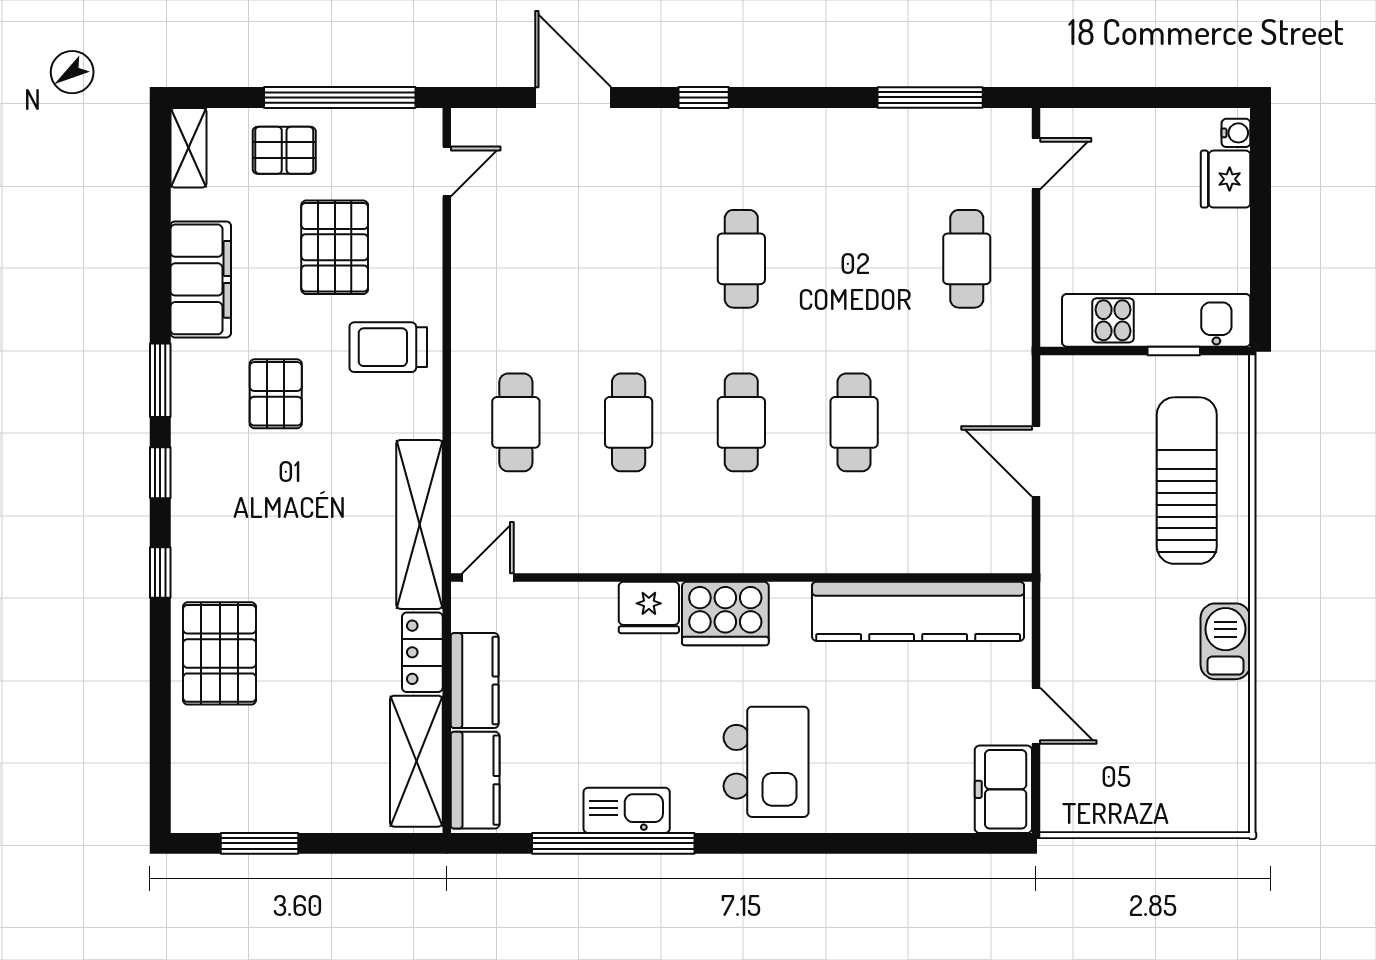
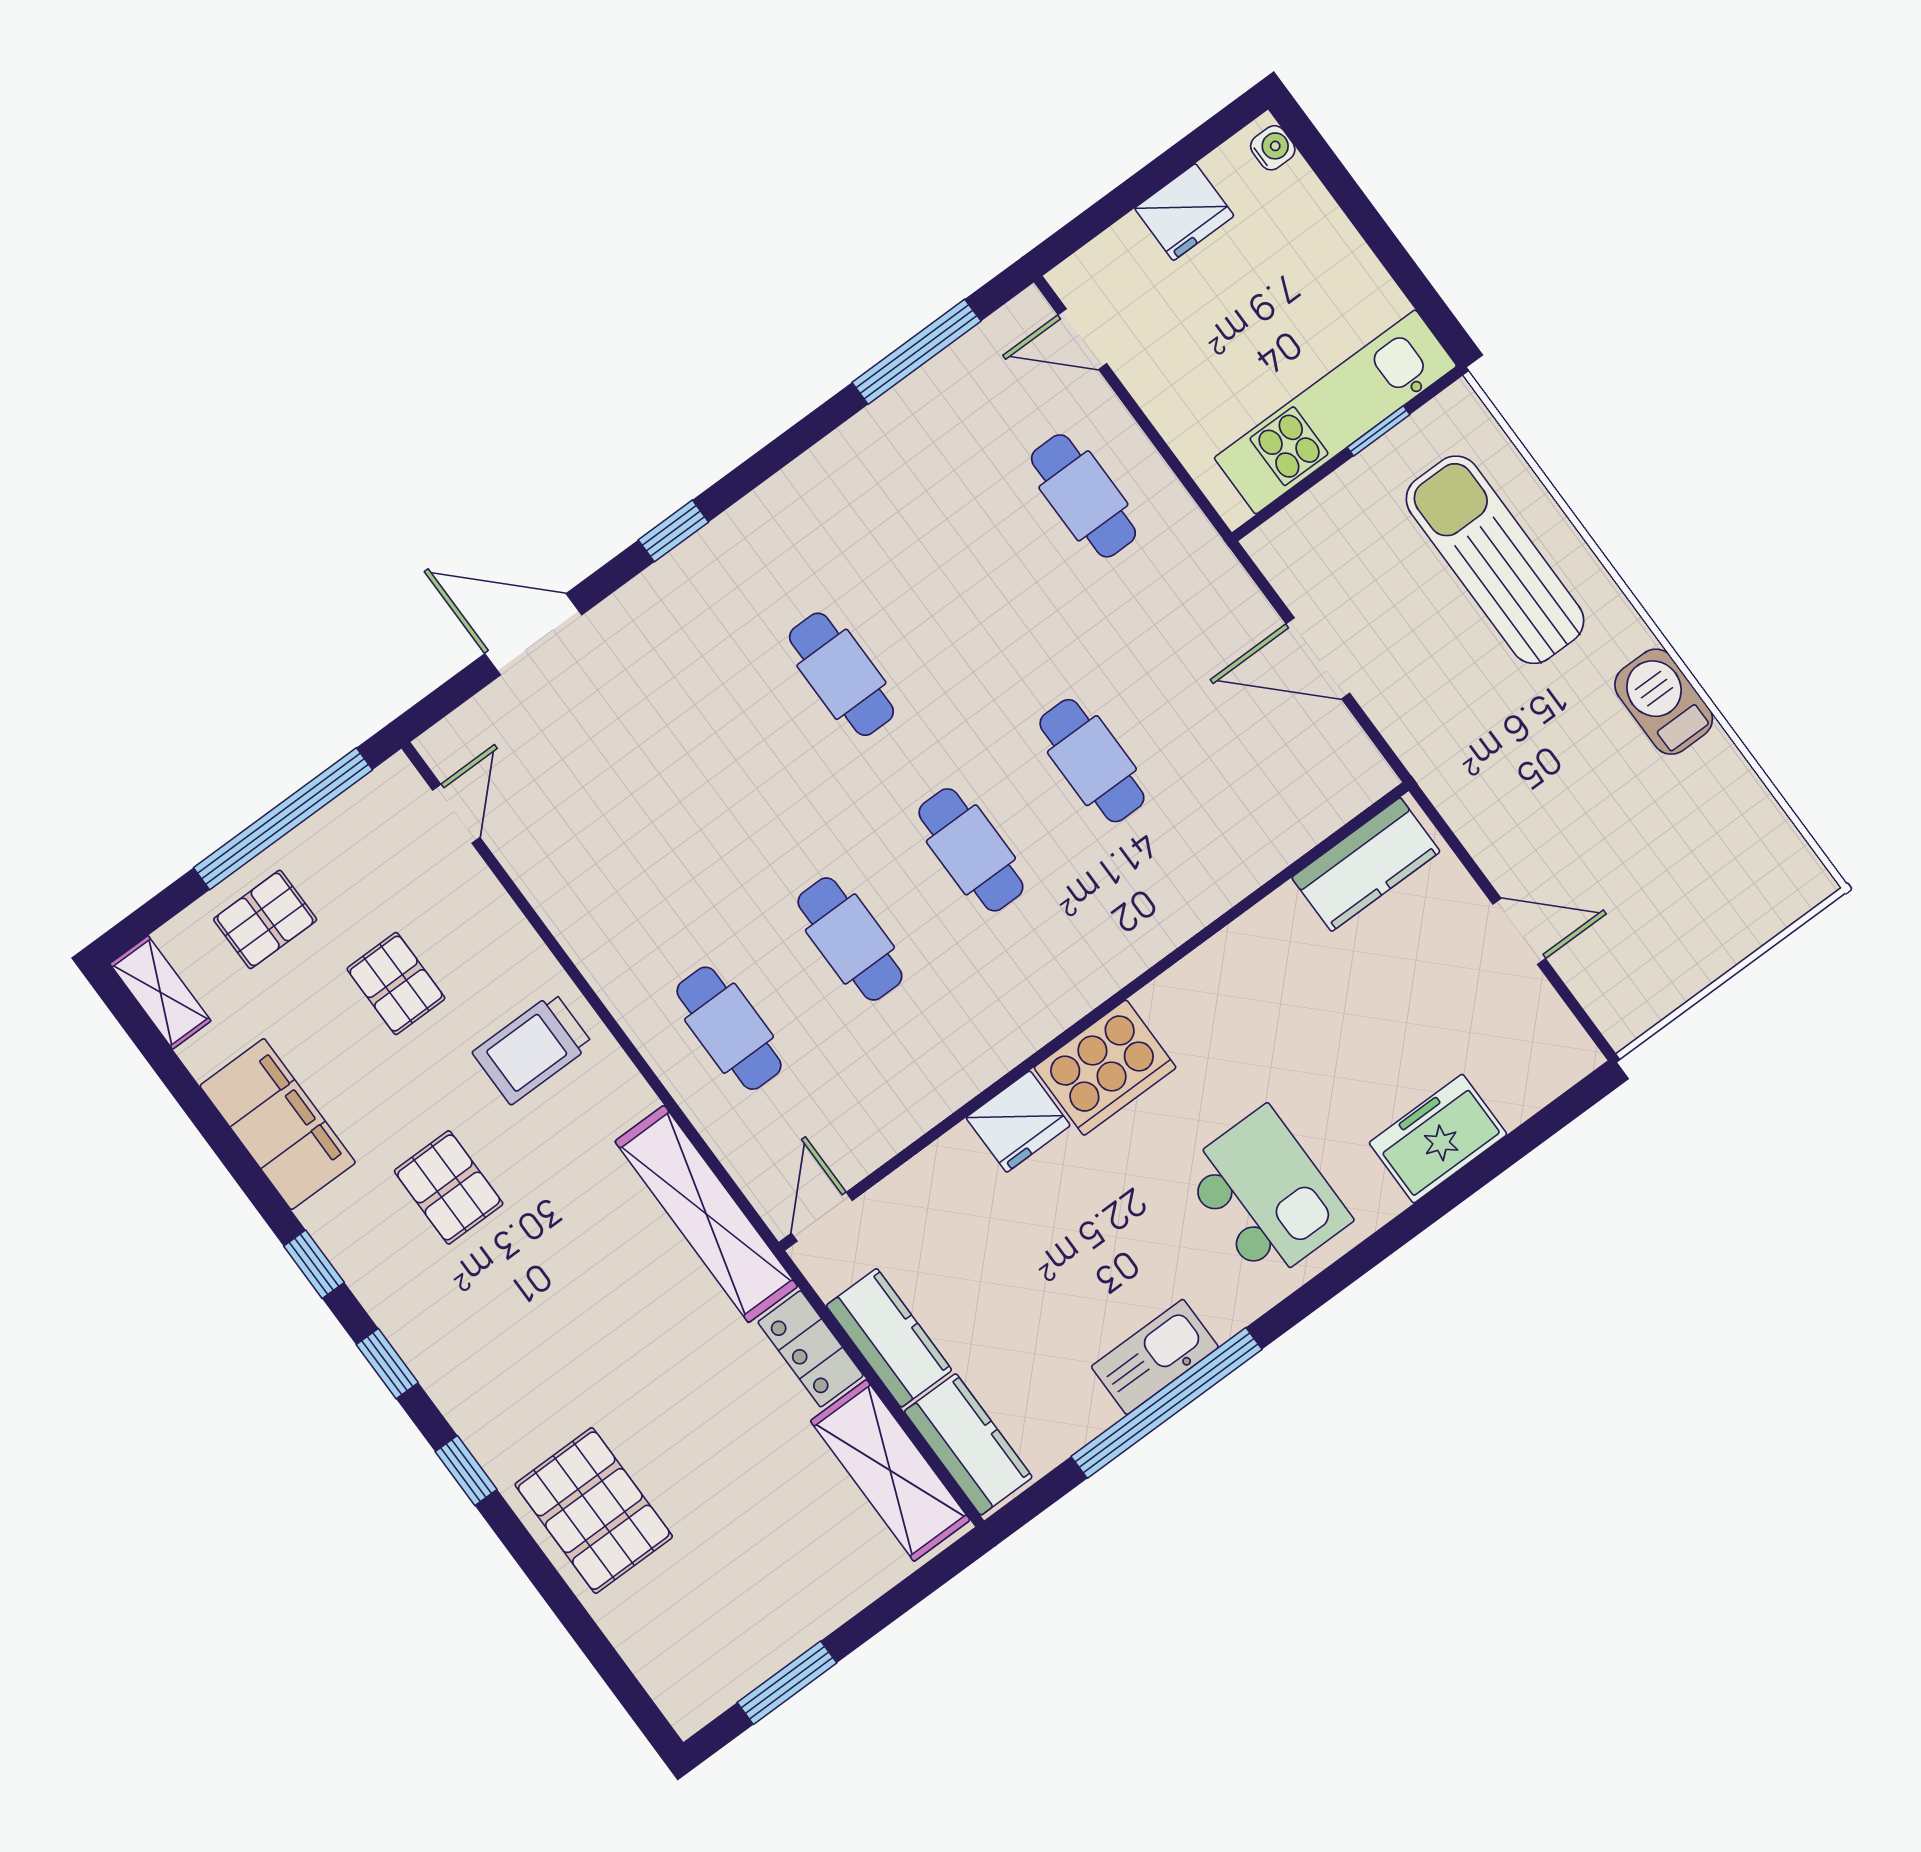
door: (1036, 164) -> (1082, 339), swing flipped
fridge: (1226, 179) -> (1184, 212), moved, turned -90
pallet: (335, 247) -> (396, 984), width x0.67, depth x0.71
window: (160, 380) -> (314, 1264), width x0.67
kitchen counter: (918, 611) -> (1366, 865), width x0.48, depth x0.86
freezer: (1003, 789) -> (1438, 1139), moved, turned 90

